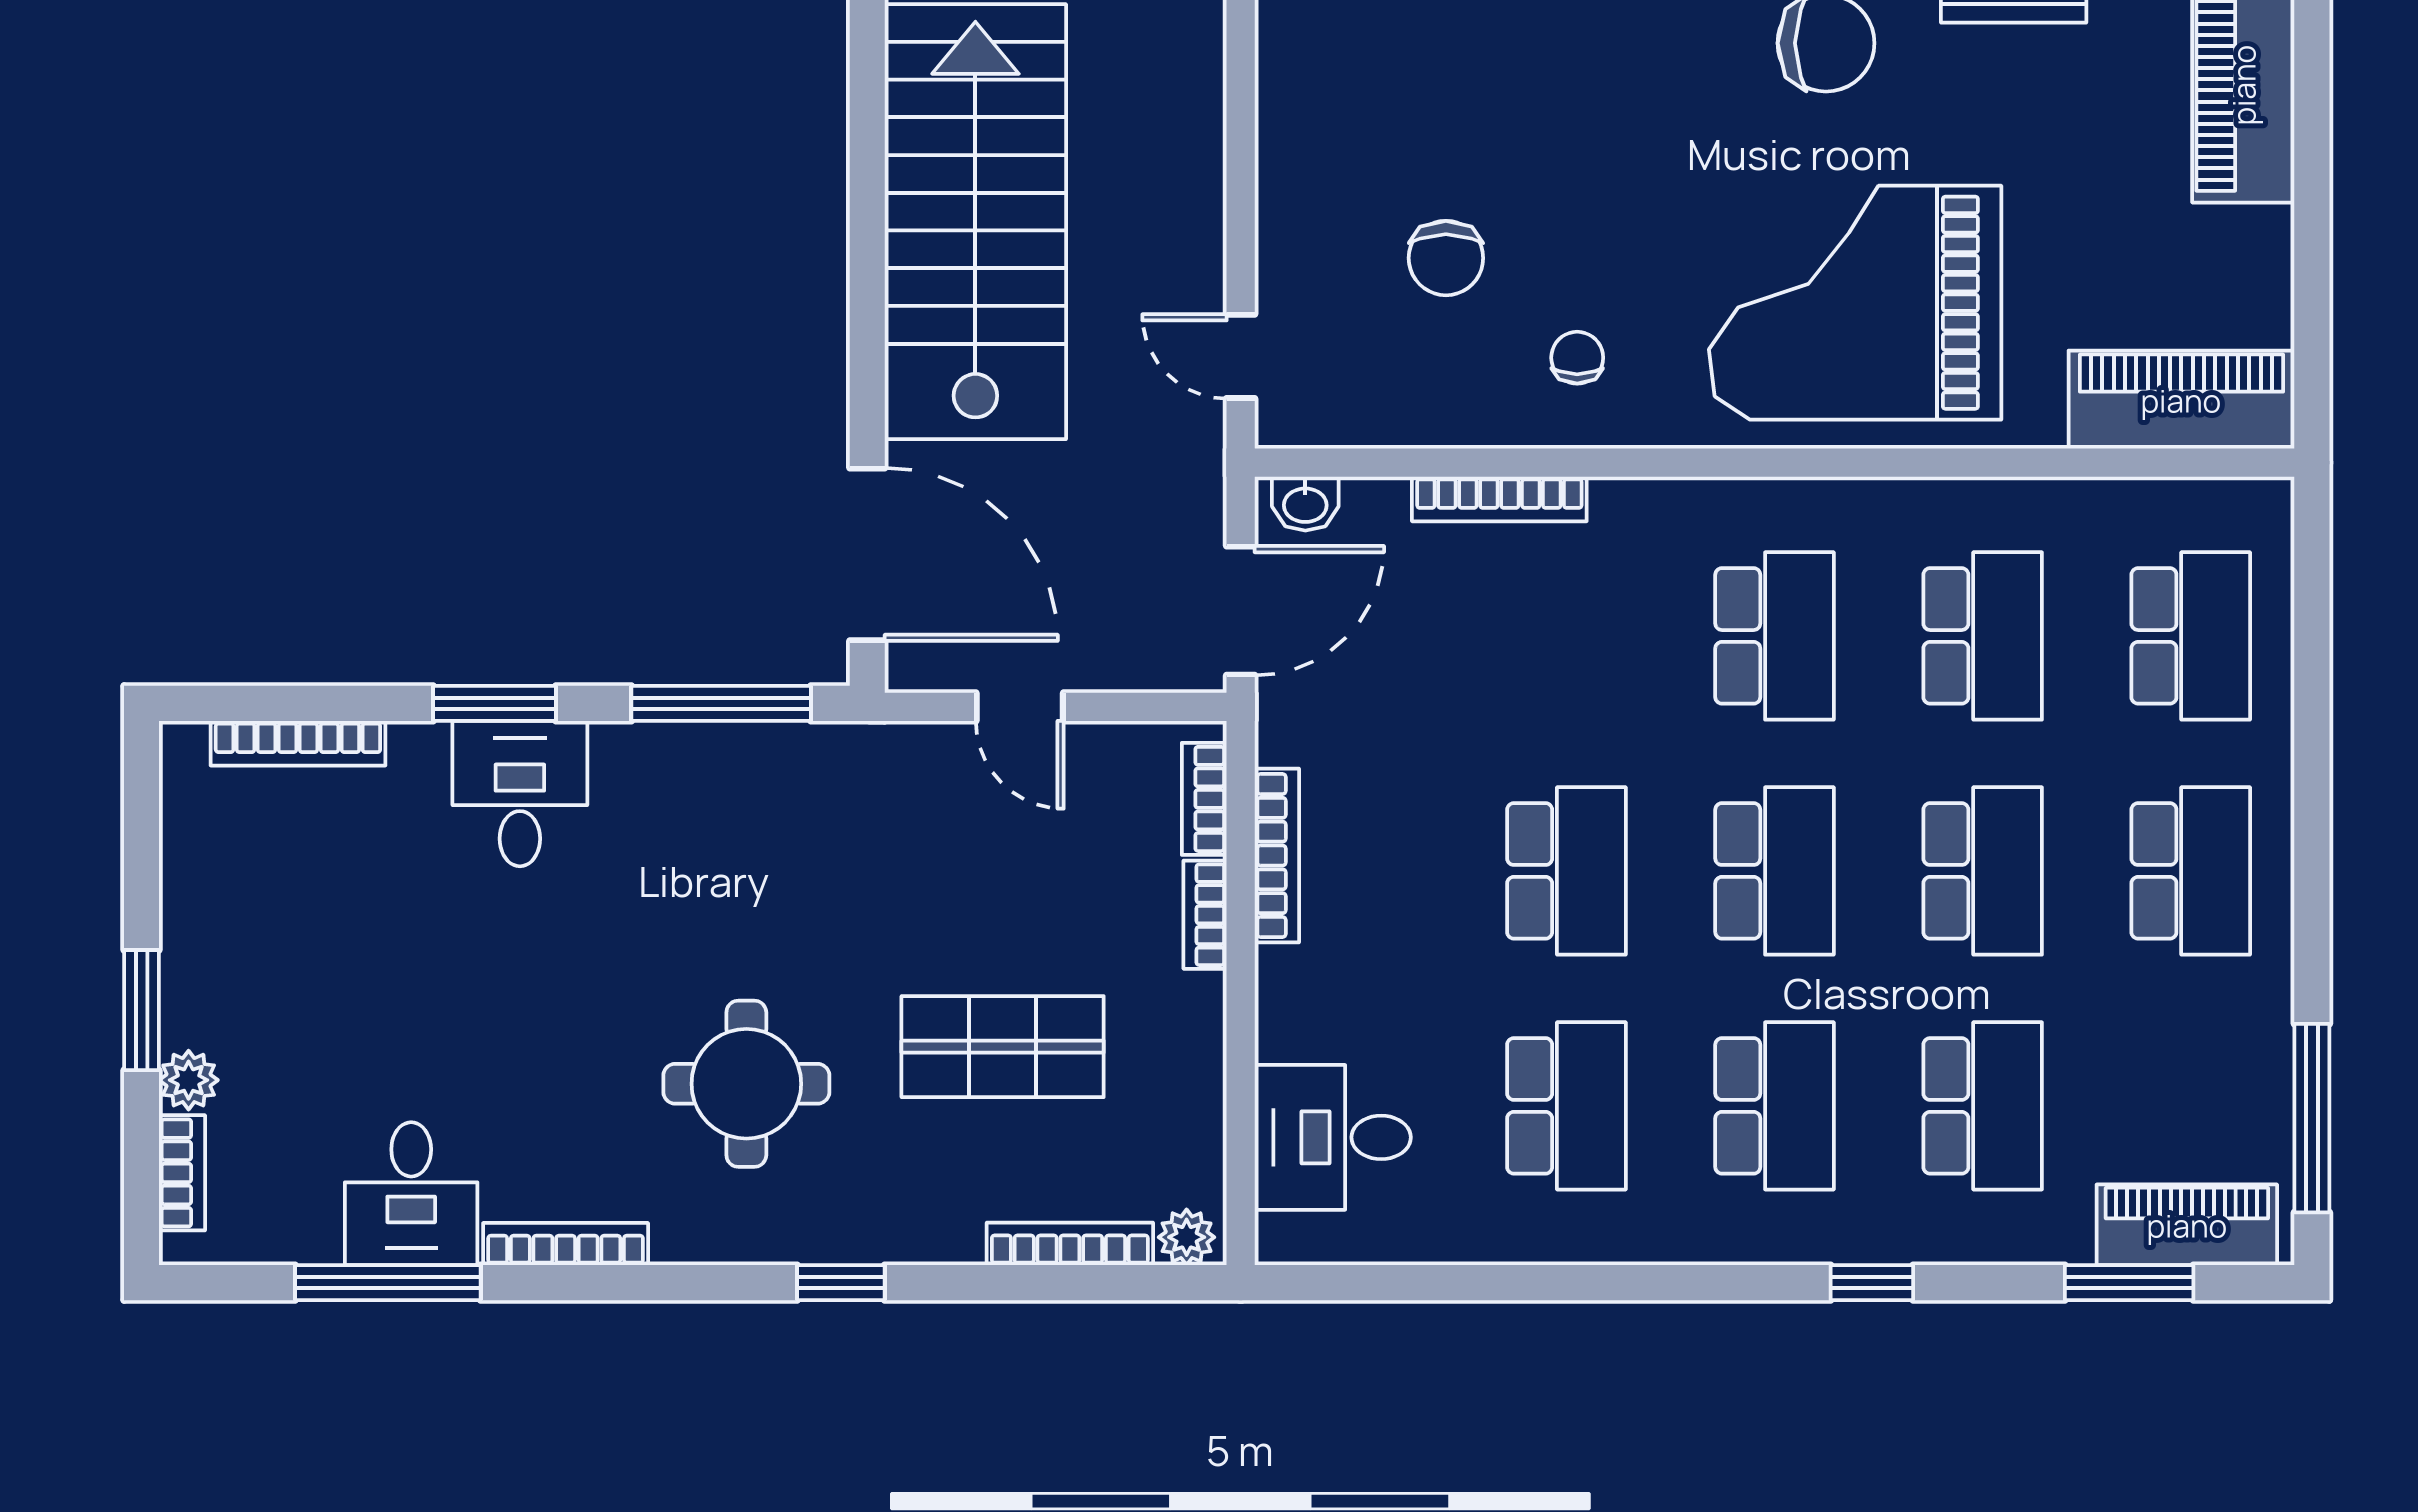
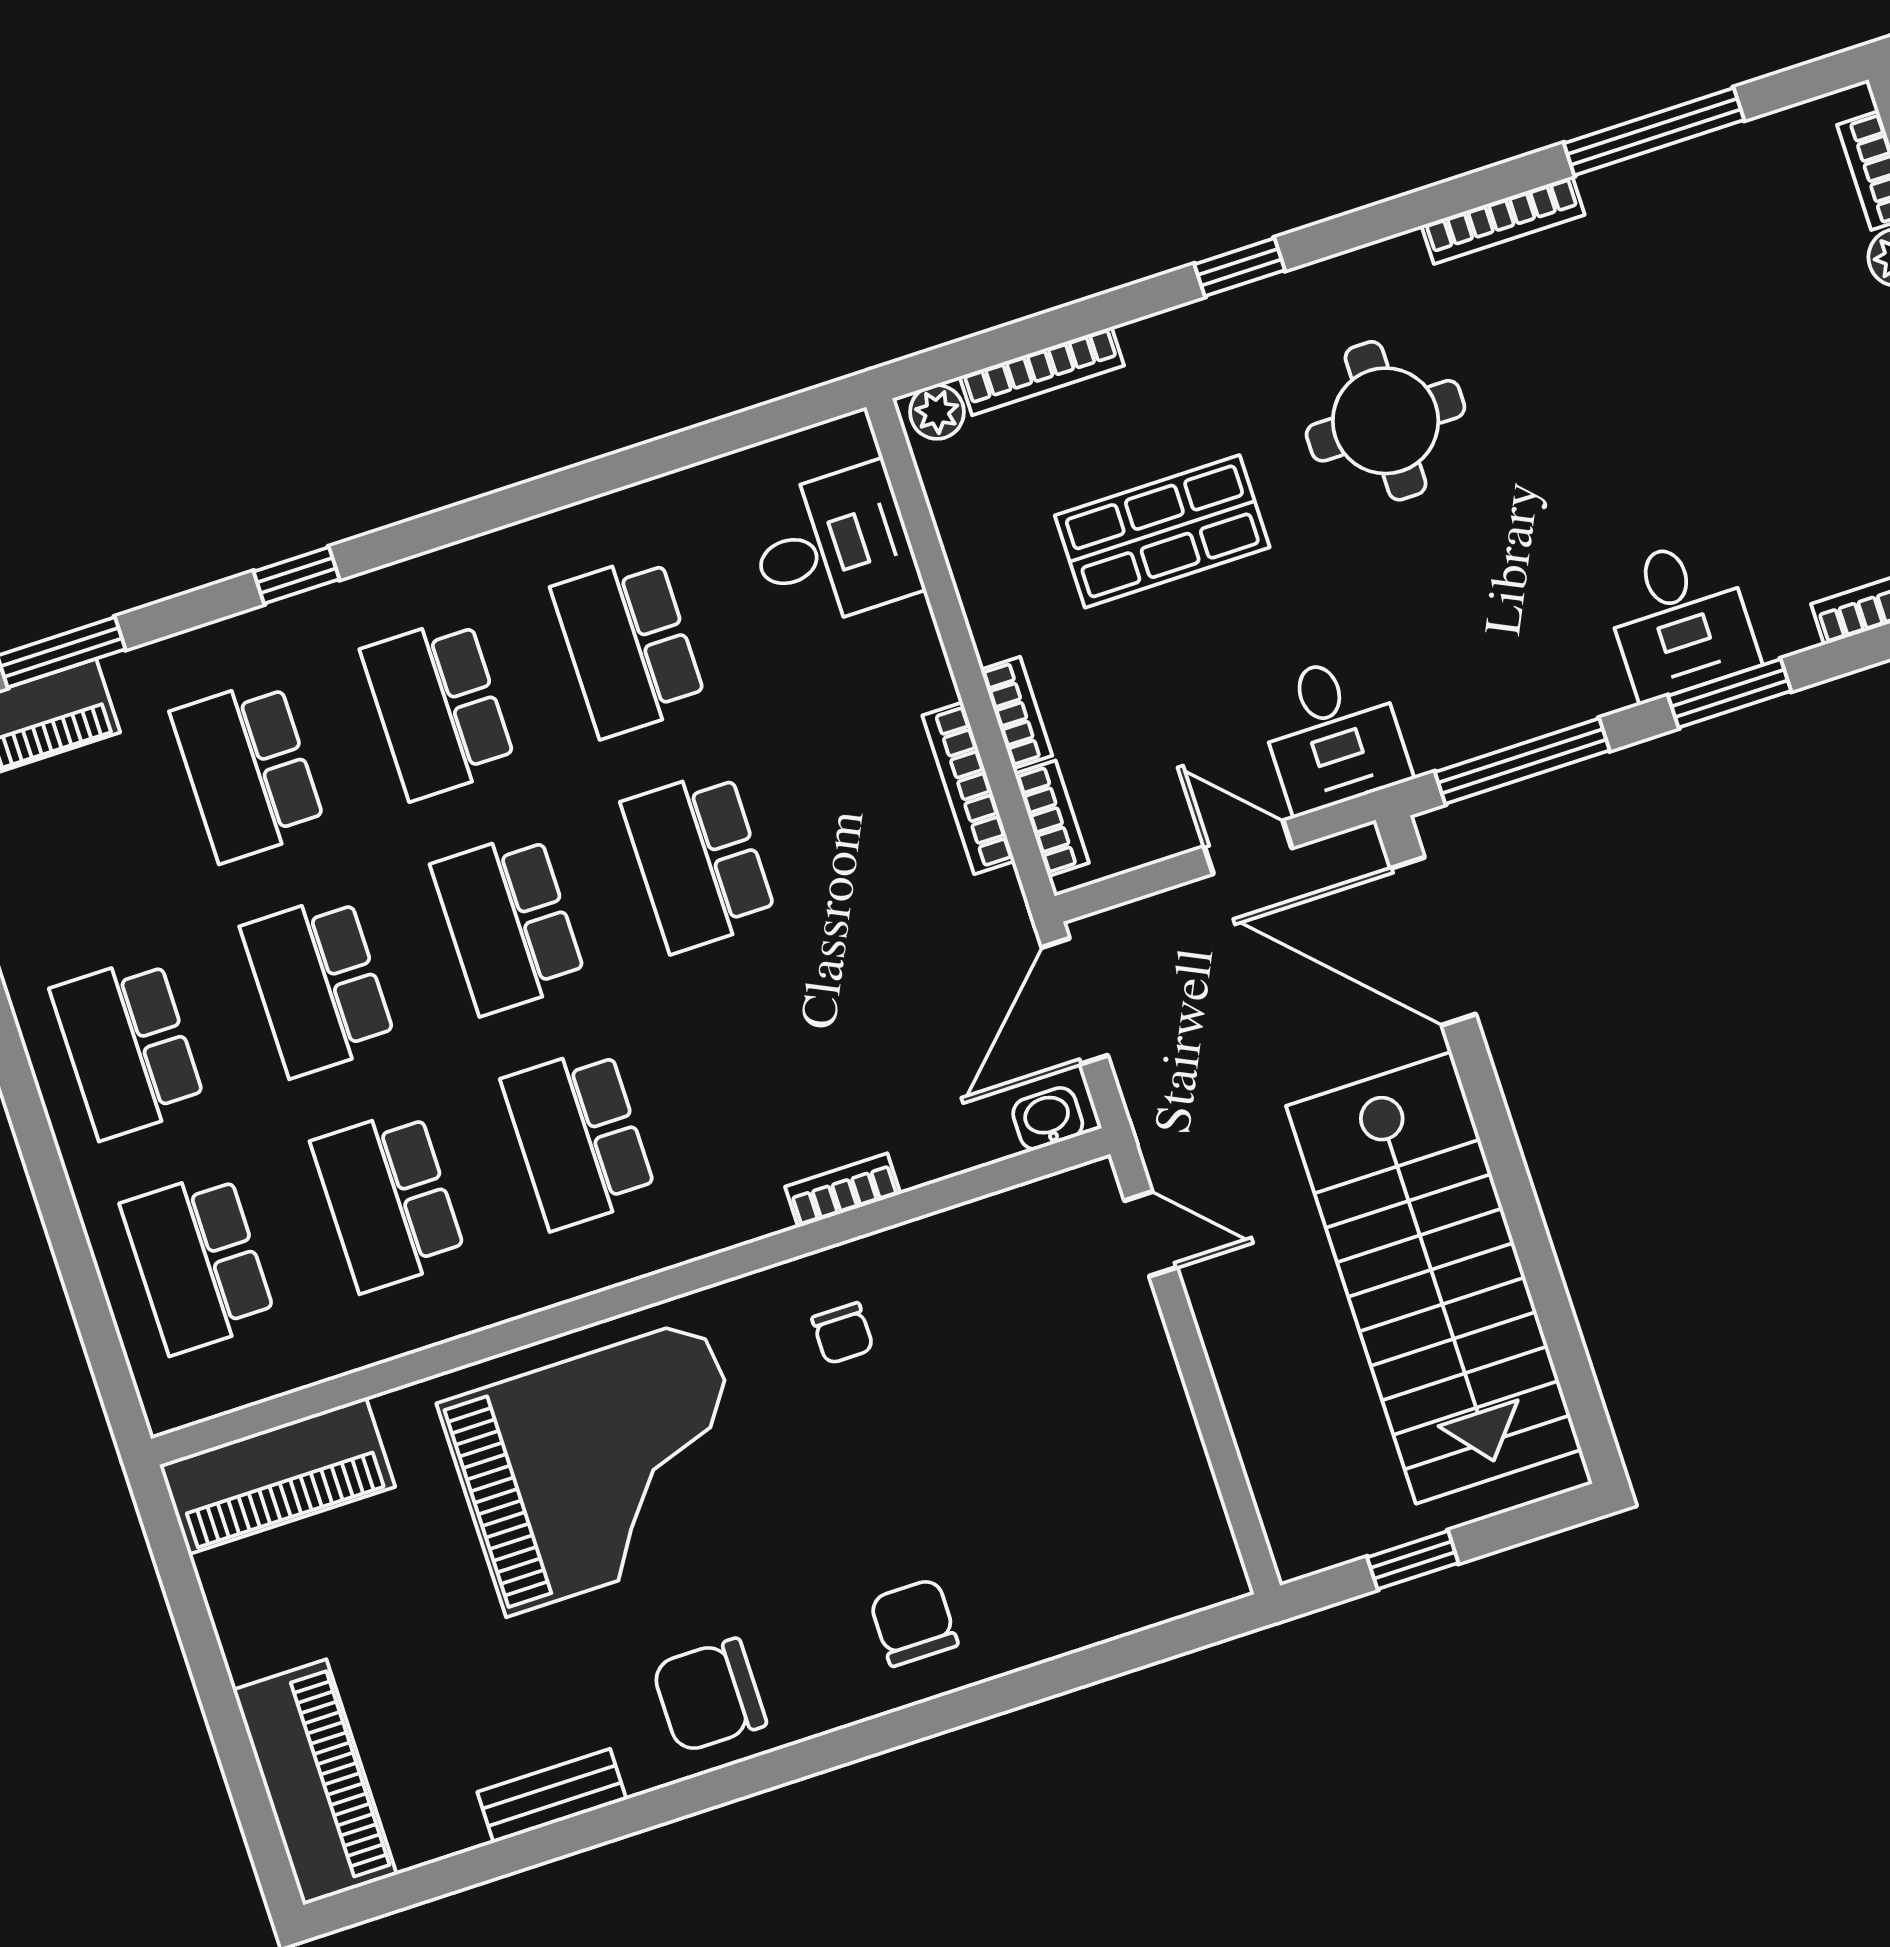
chair: (1446, 258) -> (914, 1622), moved
bookcase: (1499, 499) -> (843, 1190), width x0.64
desk: (411, 1194) -> (1333, 733), moved, turned 180

